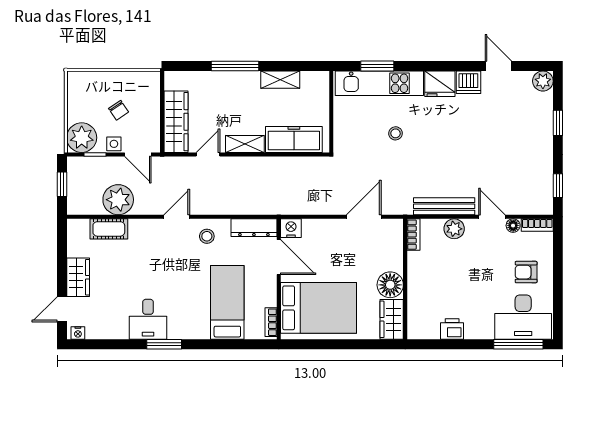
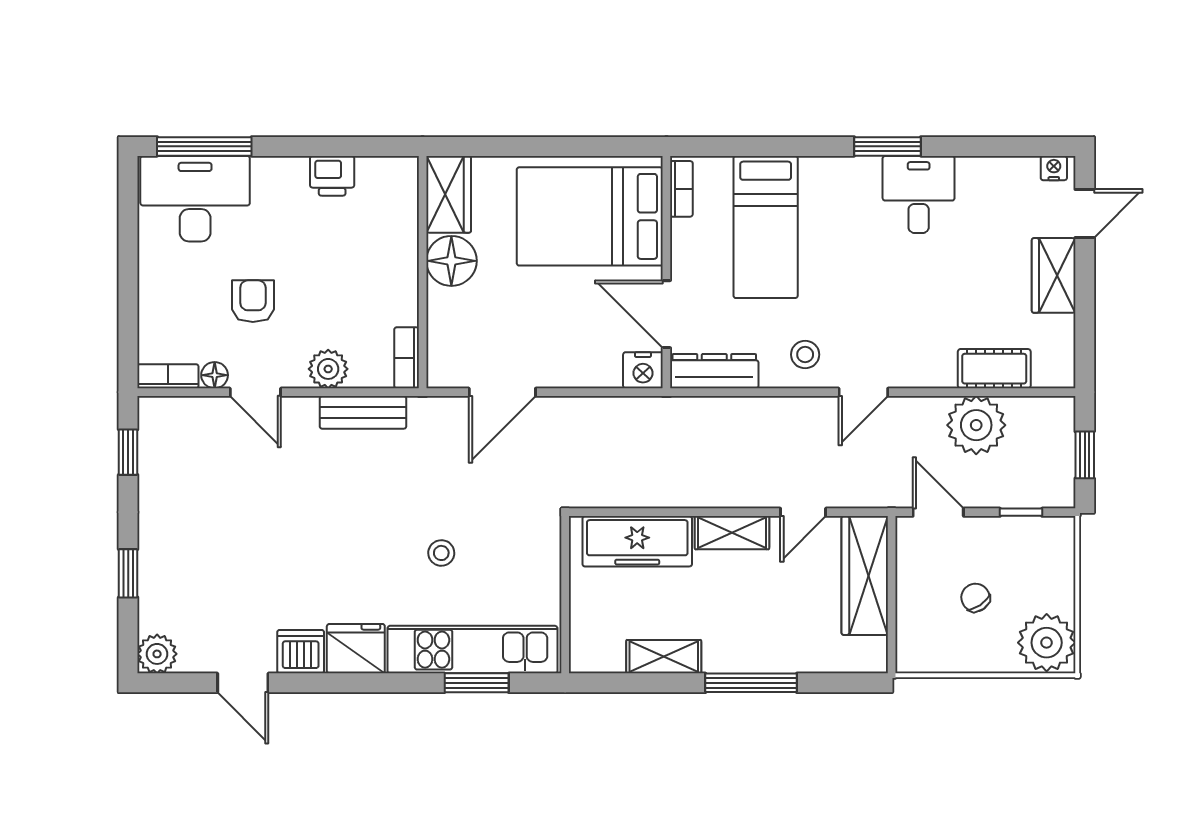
plant: (82, 138) -> (1047, 643), moved
side table: (114, 144) -> (984, 533), removed
bench: (444, 206) -> (363, 412), width x0.73
armchair: (526, 272) -> (253, 301), moved, turned -90

